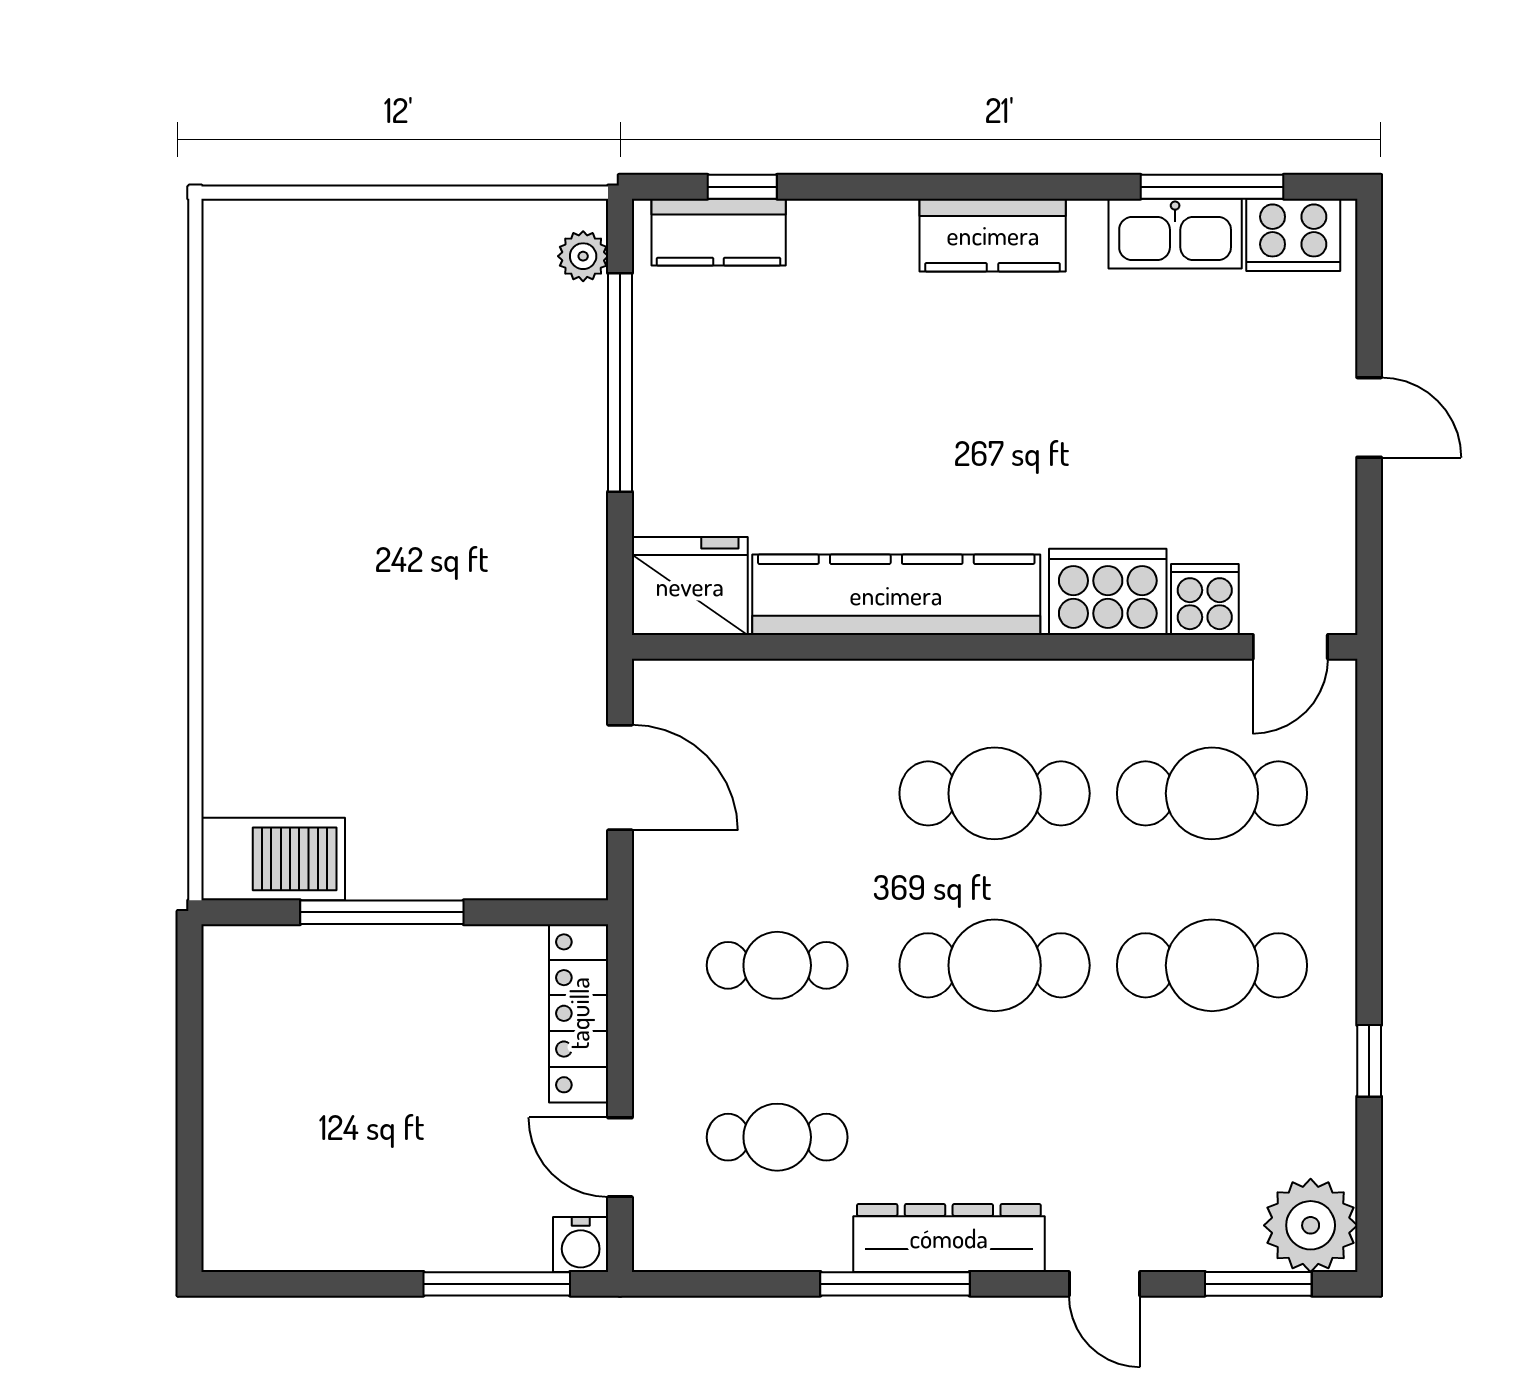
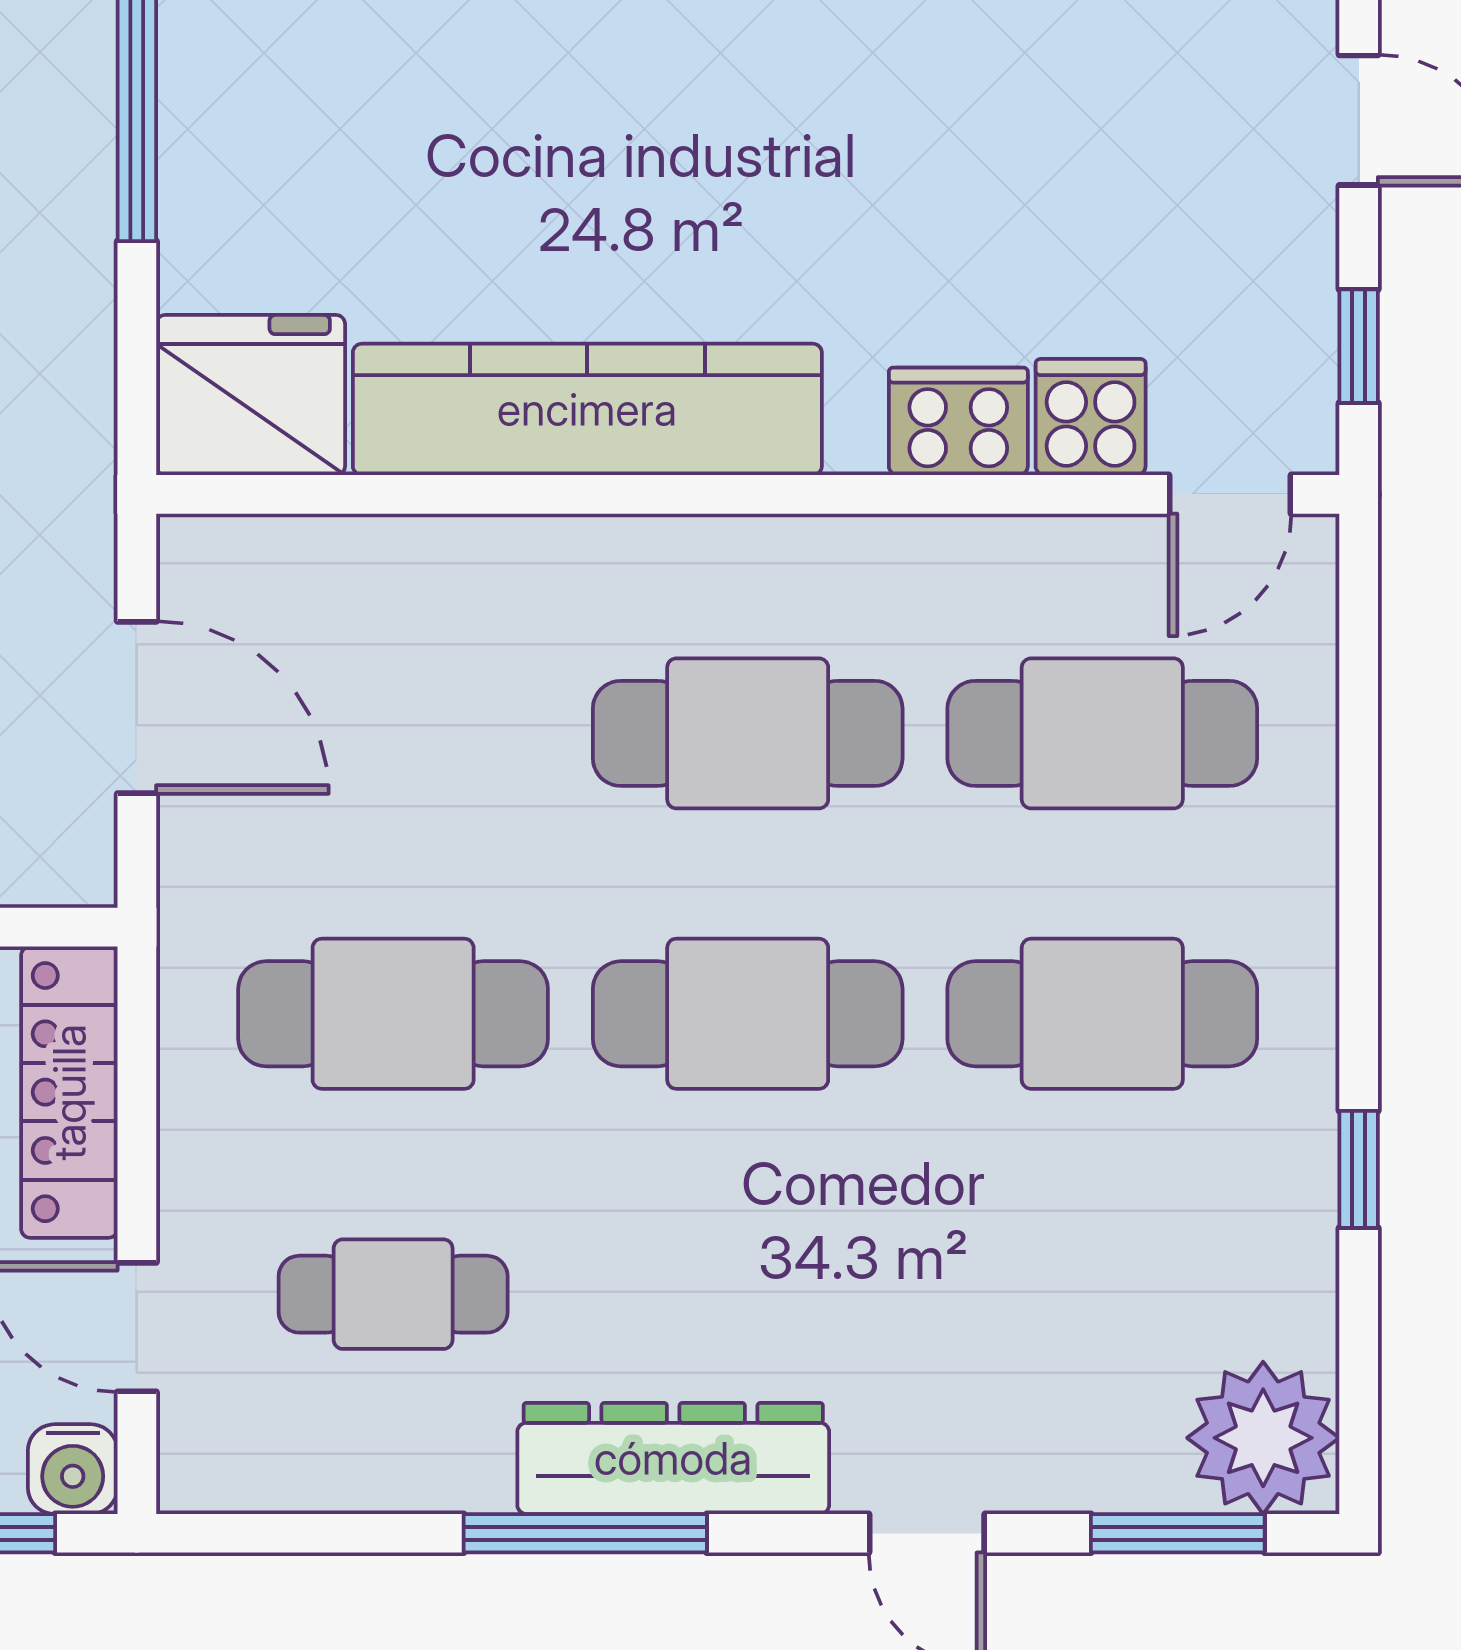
window: (1369, 556) -> (1359, 346), added
cooker: (1108, 592) -> (958, 421), width x0.73, depth x0.76
cafe table: (777, 965) -> (393, 1014), width x1.37, depth x1.35

